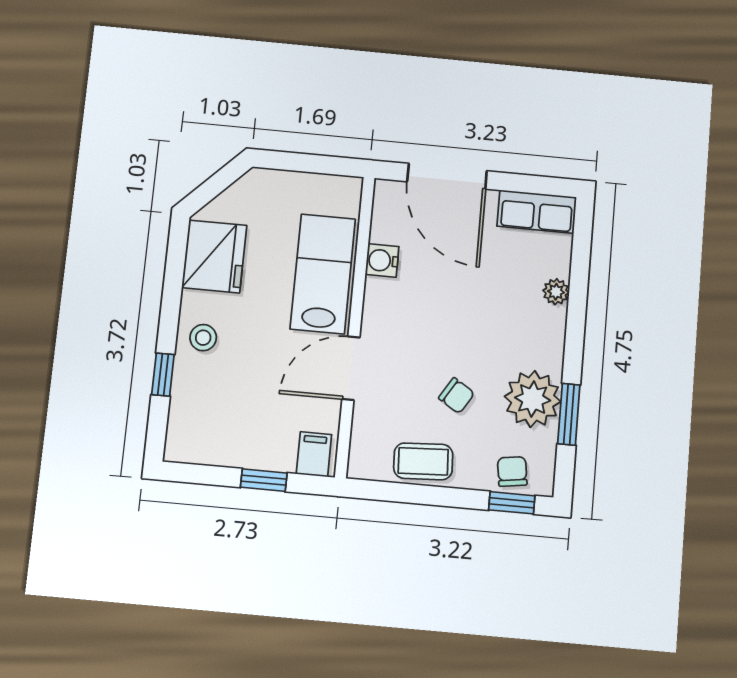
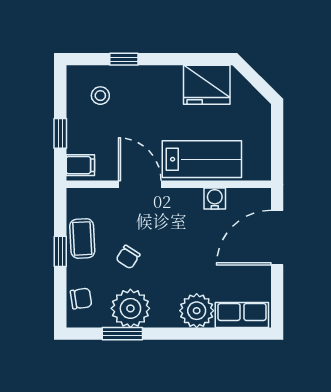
row of seats: (537, 212) -> (242, 315), moved, turned 90
plant: (556, 292) -> (197, 311), width x1.87, depth x1.87
stool: (203, 338) -> (100, 96), moved
window: (512, 503) -> (60, 251), moved

